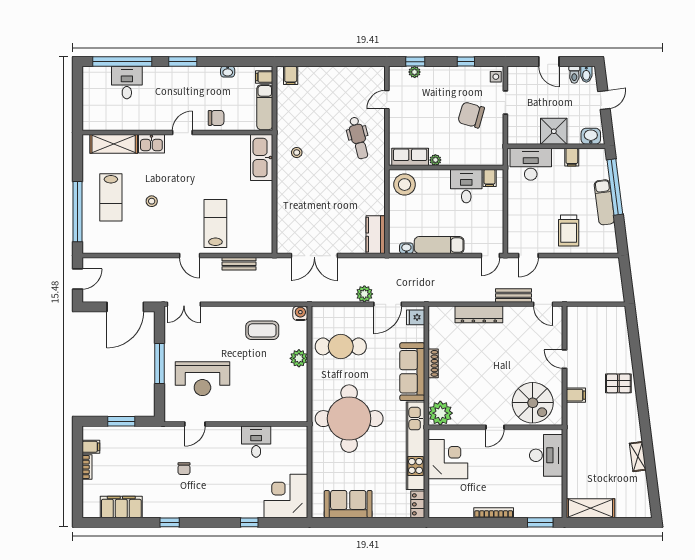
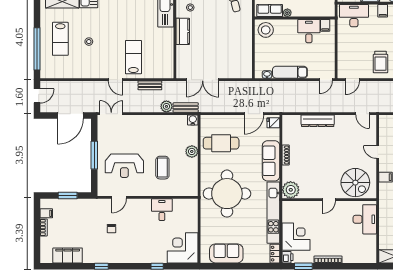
kitchen counter: (376, 235) -> (183, 31), moved, turned 180
plant: (364, 294) -> (166, 106), moved
bench: (514, 295) -> (186, 107), moved
double door: (184, 304) -> (111, 114), swing flipped
coffee table: (262, 330) -> (162, 168), moved, turned 90
corner desk: (448, 459) -> (296, 237), moved
printer: (436, 509) -> (288, 257), added
window: (540, 522) -> (303, 266), moved

